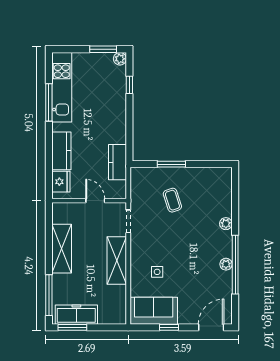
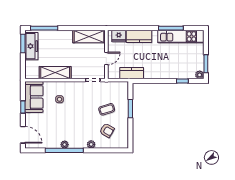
armchair: (205, 200) -> (107, 130), added
shelving: (62, 249) -> (89, 36), moved
shelving: (117, 260) -> (55, 73), moved

